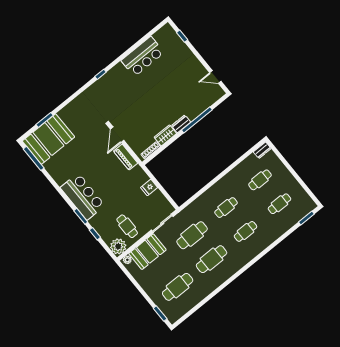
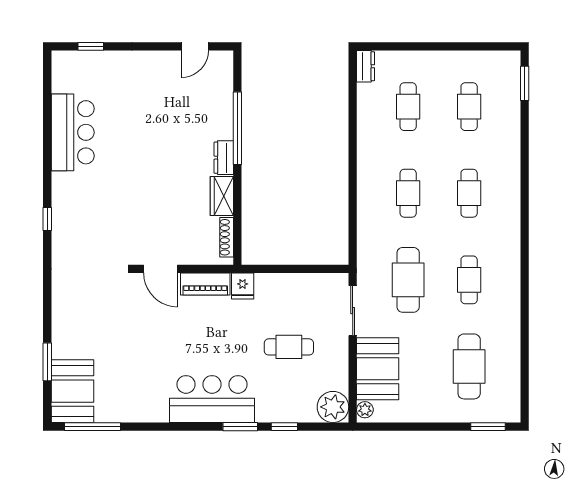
booth: (48, 139) -> (72, 391), width x0.73, depth x0.70
fridge: (149, 187) -> (243, 286), moved
cafe table: (127, 226) -> (289, 347), moved
cafe table: (212, 259) -> (469, 280), width x0.73, depth x0.74

